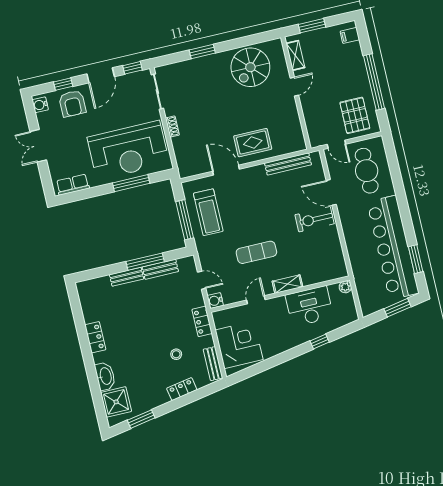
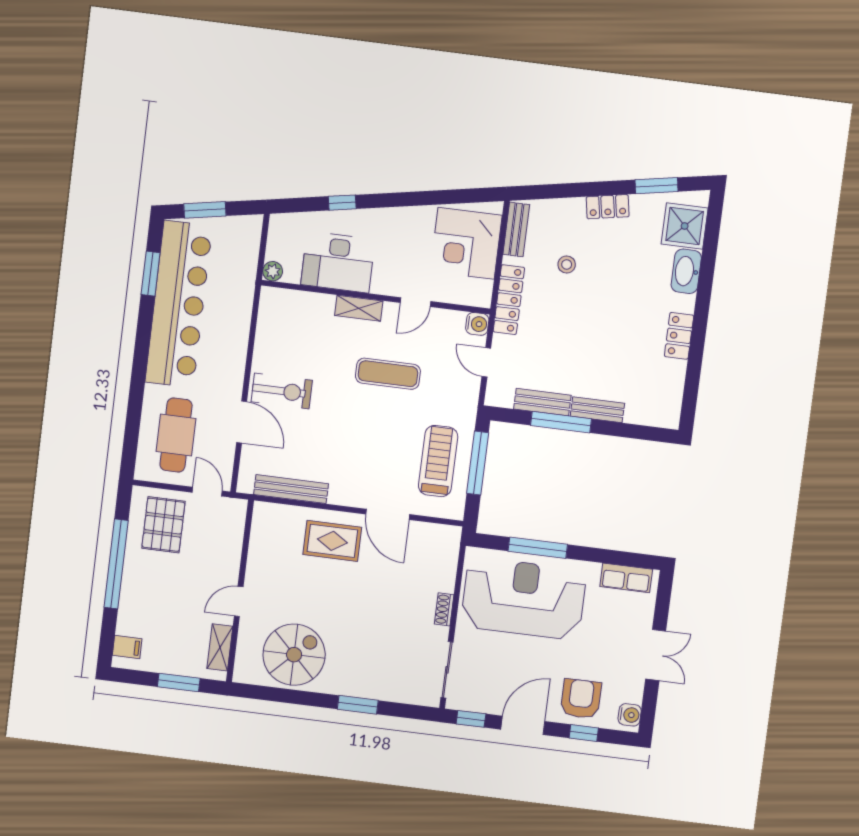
locker: (202, 321) -> (509, 300), width x1.53
locker: (182, 389) -> (608, 207), moved

